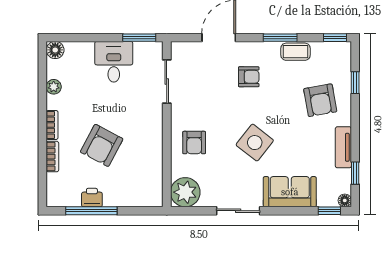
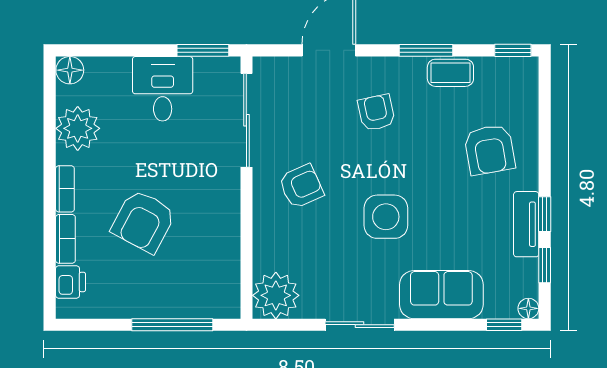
armchair: (249, 77) -> (376, 113), turned -102
sliding door: (167, 82) -> (246, 120), width x1.37
window: (355, 83) -> (545, 214), moved
plant: (54, 87) -> (78, 128), width x1.88, depth x1.88
armchair: (194, 143) -> (301, 186), moved, turned -114
side table: (255, 143) -> (386, 217), turned -38
printer: (92, 198) -> (70, 282), moved, turned 90
window: (91, 211) -> (172, 325), moved

